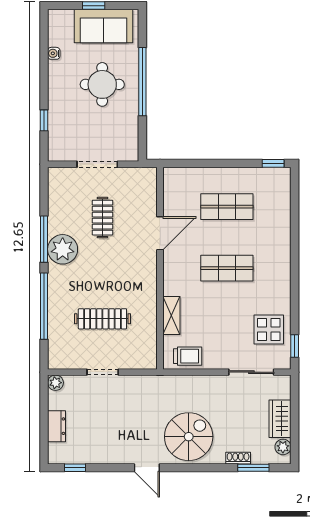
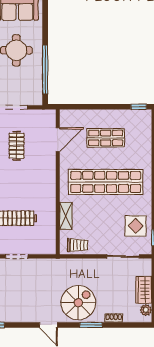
window: (142, 82) -> (45, 70), moved
door: (160, 233) -> (58, 140), moved
shop shelf: (227, 268) -> (106, 182), width x2.00, depth x1.36
window: (253, 468) -> (91, 325), moved

